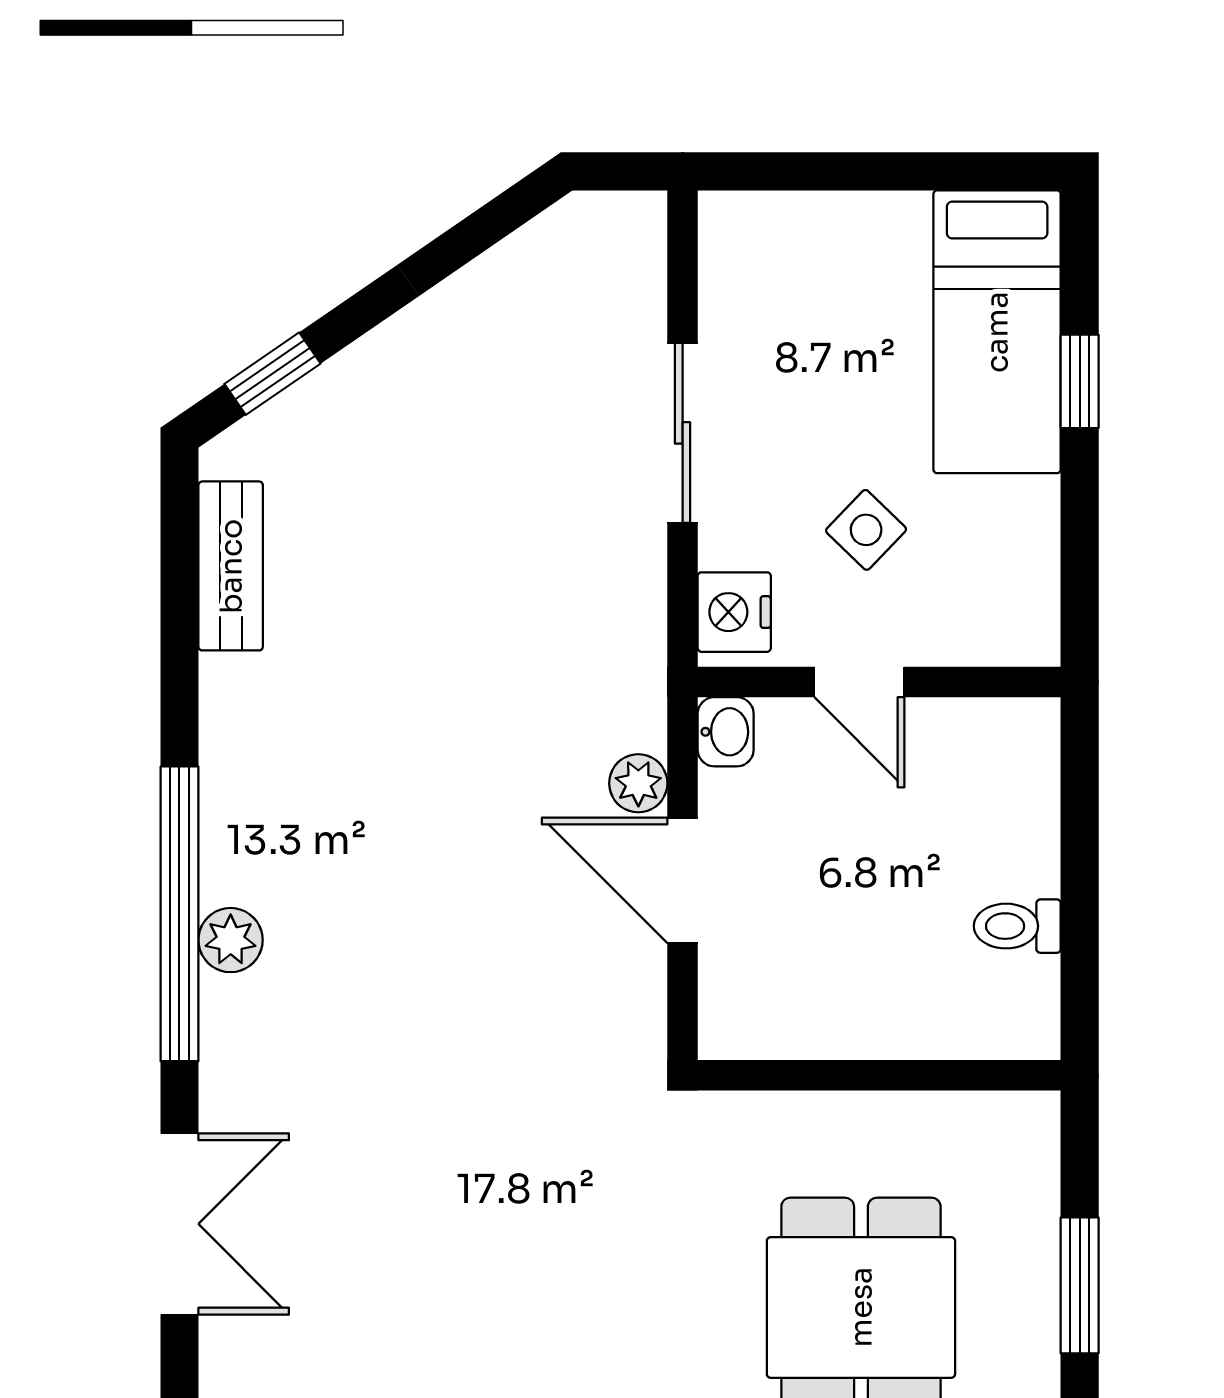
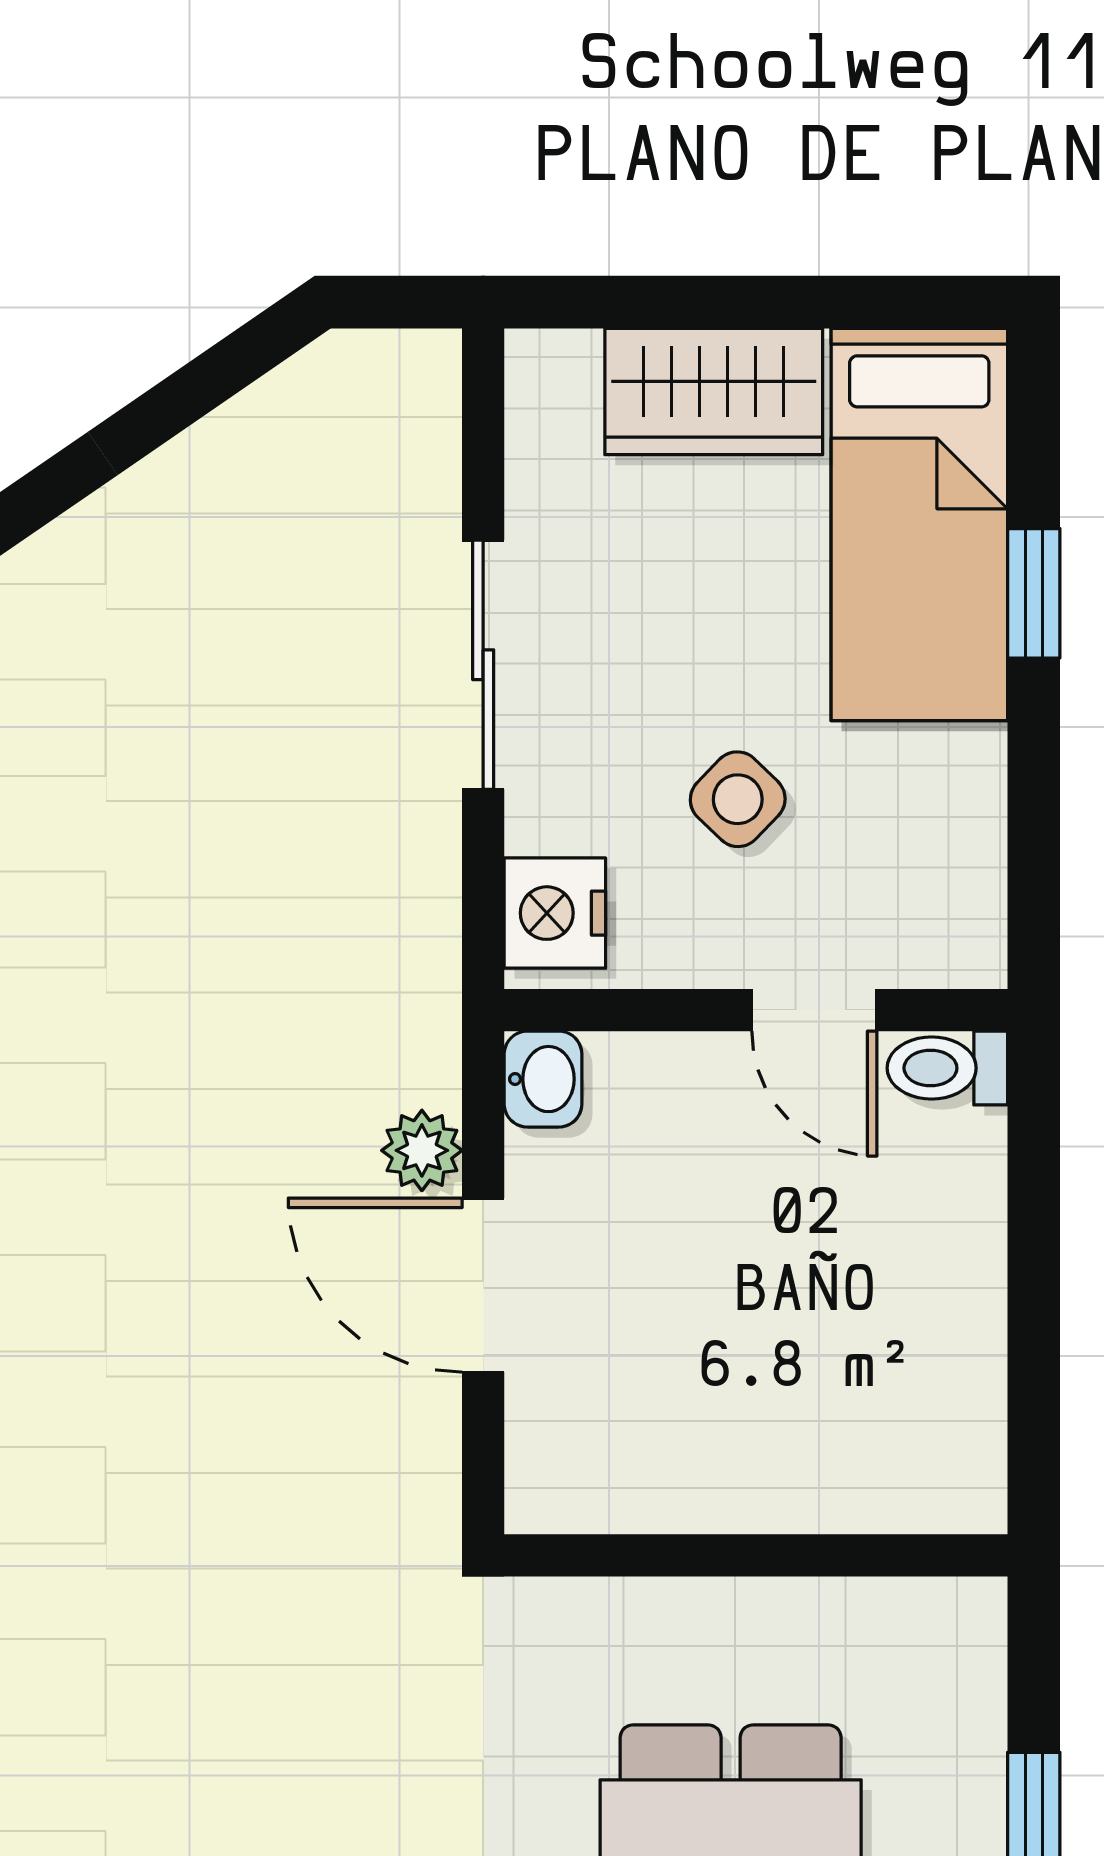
wardrobe: (849, 236) -> (714, 392), added
door: (859, 682) -> (814, 1010), moved
toilet: (1017, 926) -> (947, 1068), moved

